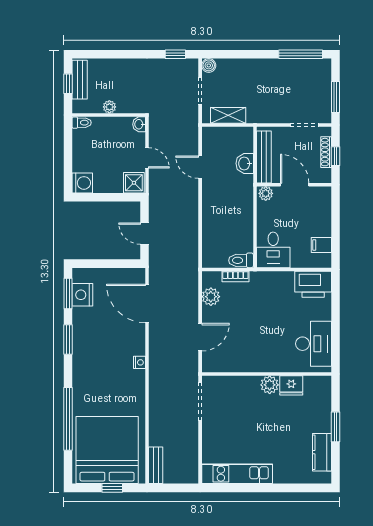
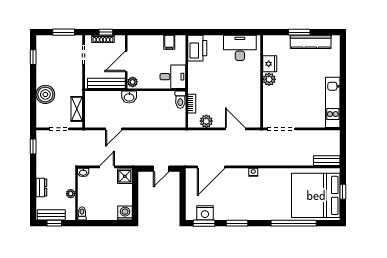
window: (301, 54) -> (33, 57), width x0.46
boiler: (209, 65) -> (45, 94), moved, width x1.86, depth x1.86
dresser: (118, 66) -> (41, 187), added
washbasin: (245, 163) -> (129, 97), moved
kitchen counter: (322, 452) -> (311, 42), width x1.50

